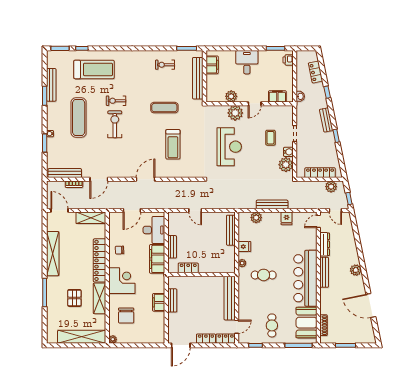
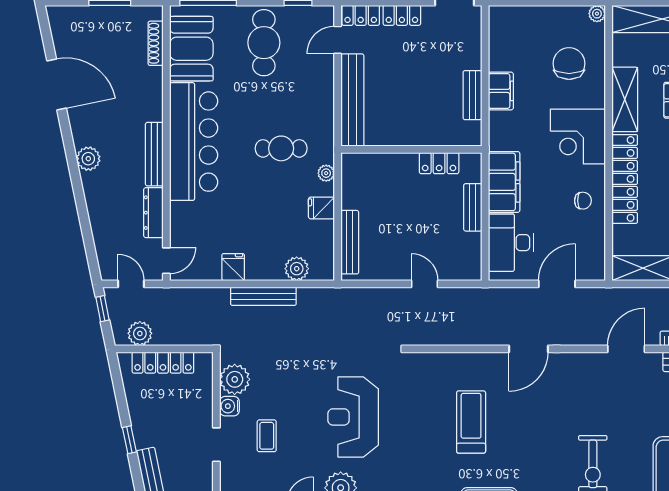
cafe table: (272, 325) -> (264, 43), width x1.37, depth x1.35

